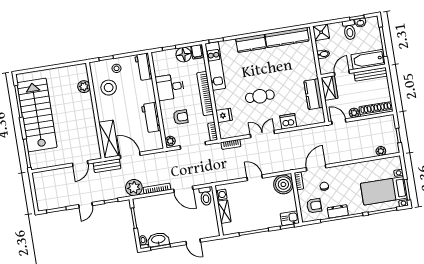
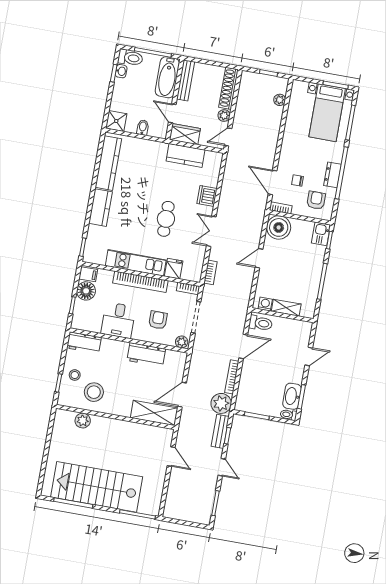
toilet: (349, 30) -> (130, 58), moved
kitchen unit: (215, 66) -> (136, 263), moved
bench: (107, 166) -> (220, 431), moved

